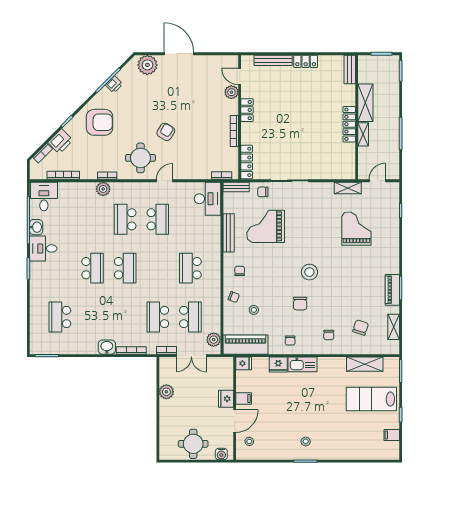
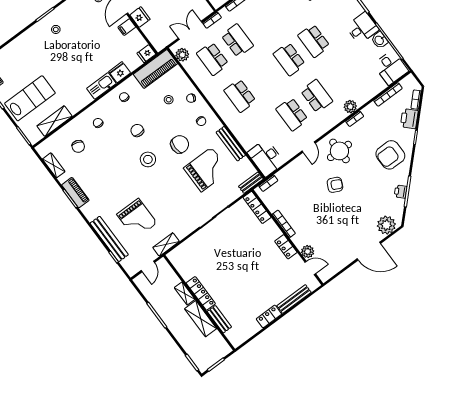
bench: (350, 69) -> (219, 319), moved
armchair: (166, 132) -> (335, 185), turned -95
chair: (263, 192) -> (180, 144), moved, width x1.87, depth x1.87
bench: (393, 229) -> (109, 239), added
school desk: (190, 268) -> (240, 96), turned 180

